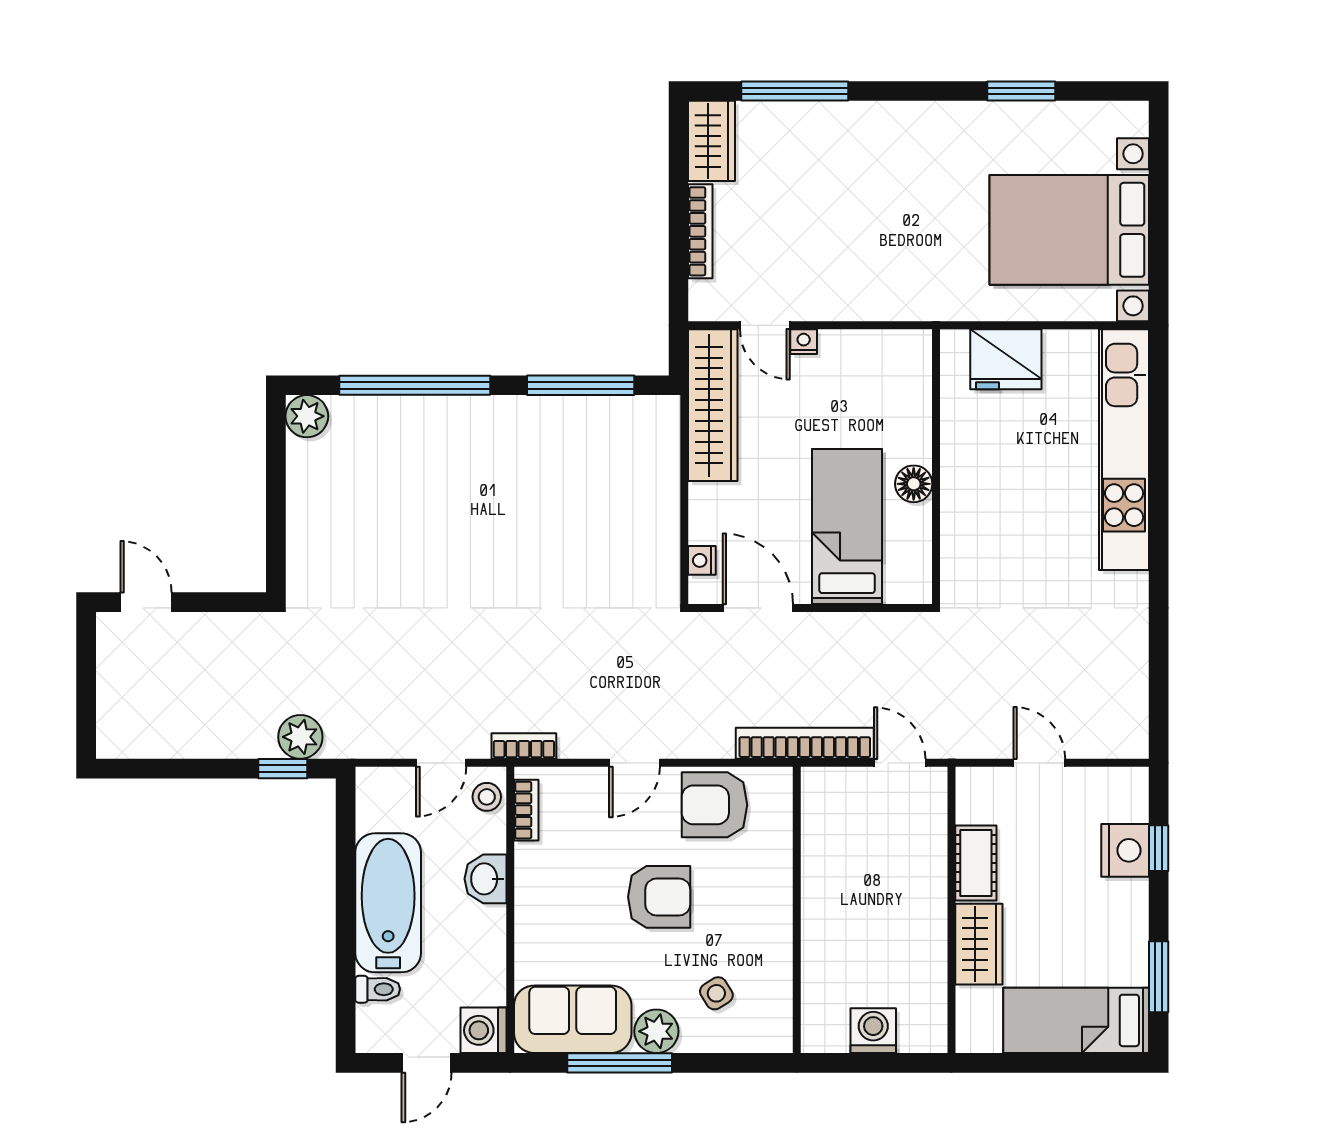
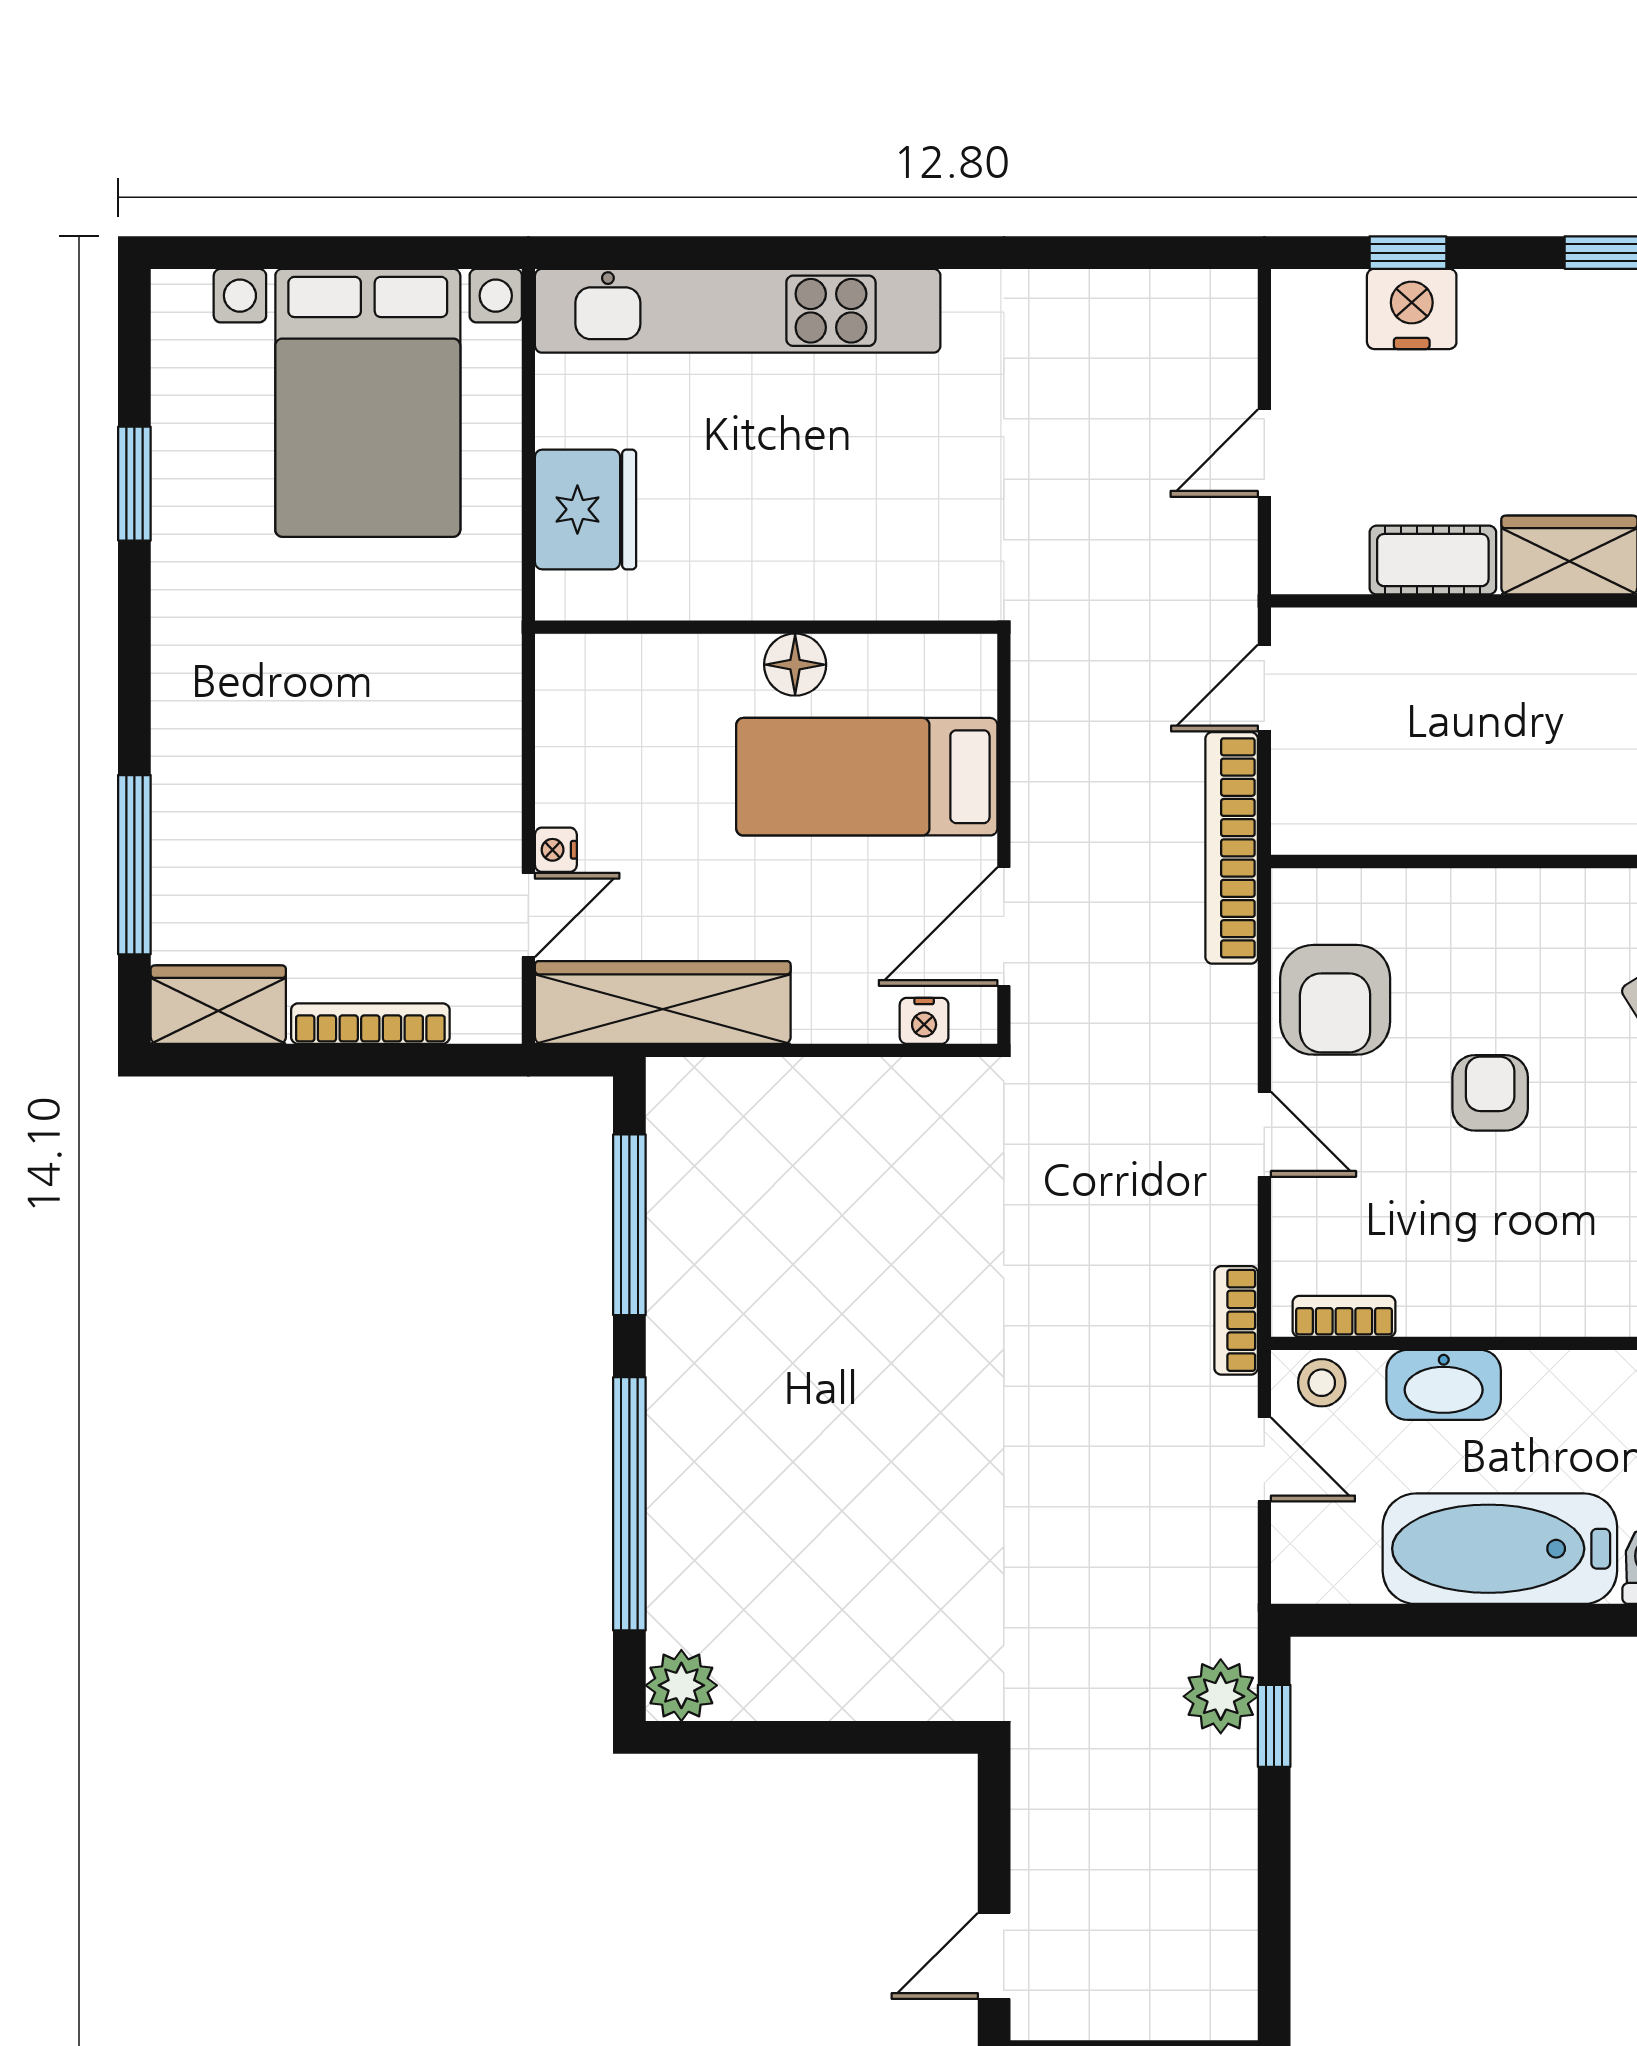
washbasin: (485, 879) -> (1444, 1385), width x1.38
armchair: (659, 897) -> (1490, 1093), width x0.72, depth x0.72

